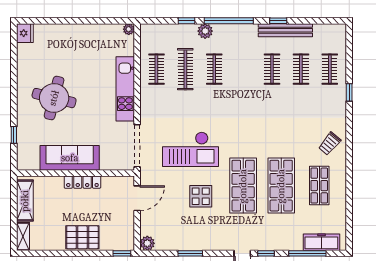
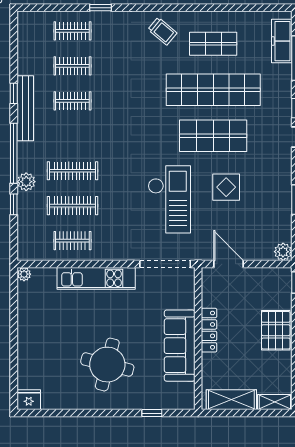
bench: (285, 30) -> (25, 108), moved
clothes rail: (214, 69) -> (72, 171), width x1.36
shop shelf: (281, 186) -> (213, 90), width x1.40

